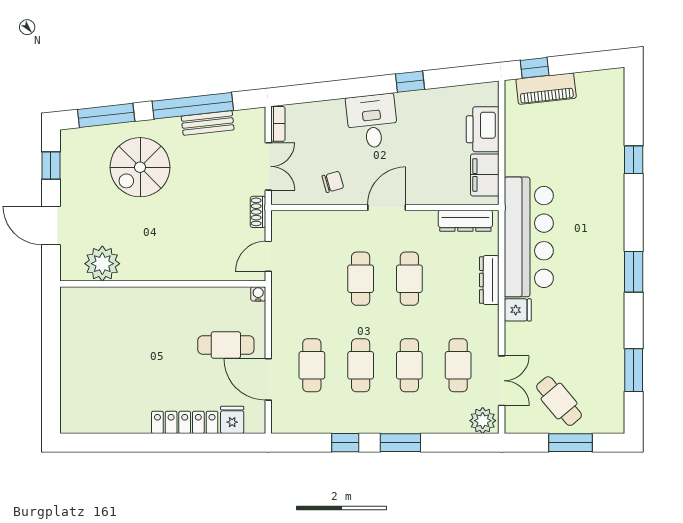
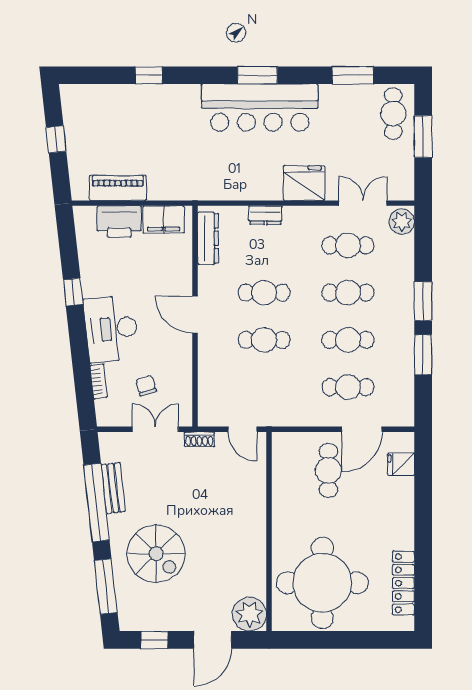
window: (535, 68) -> (56, 139), moved
piano: (546, 89) -> (118, 188), moved, turned -84
desk: (372, 121) -> (111, 329), width x1.37
bookcase: (278, 124) -> (99, 381), moved, turned 84
chair: (333, 182) -> (146, 386), moved
bar counter: (529, 237) -> (260, 108), moved, turned 180
plant: (102, 264) -> (249, 614), moved
dresser: (489, 280) -> (265, 215), width x0.70
water cooler: (258, 294) -> (279, 439), removed
fridge: (518, 310) -> (304, 183), width x1.88, depth x1.34
round table: (110, 339) -> (322, 583), added
cafe table: (559, 401) -> (393, 113), moved, turned -50
locker: (185, 422) -> (403, 583), moved
window: (345, 443) -> (423, 355), width x1.50

